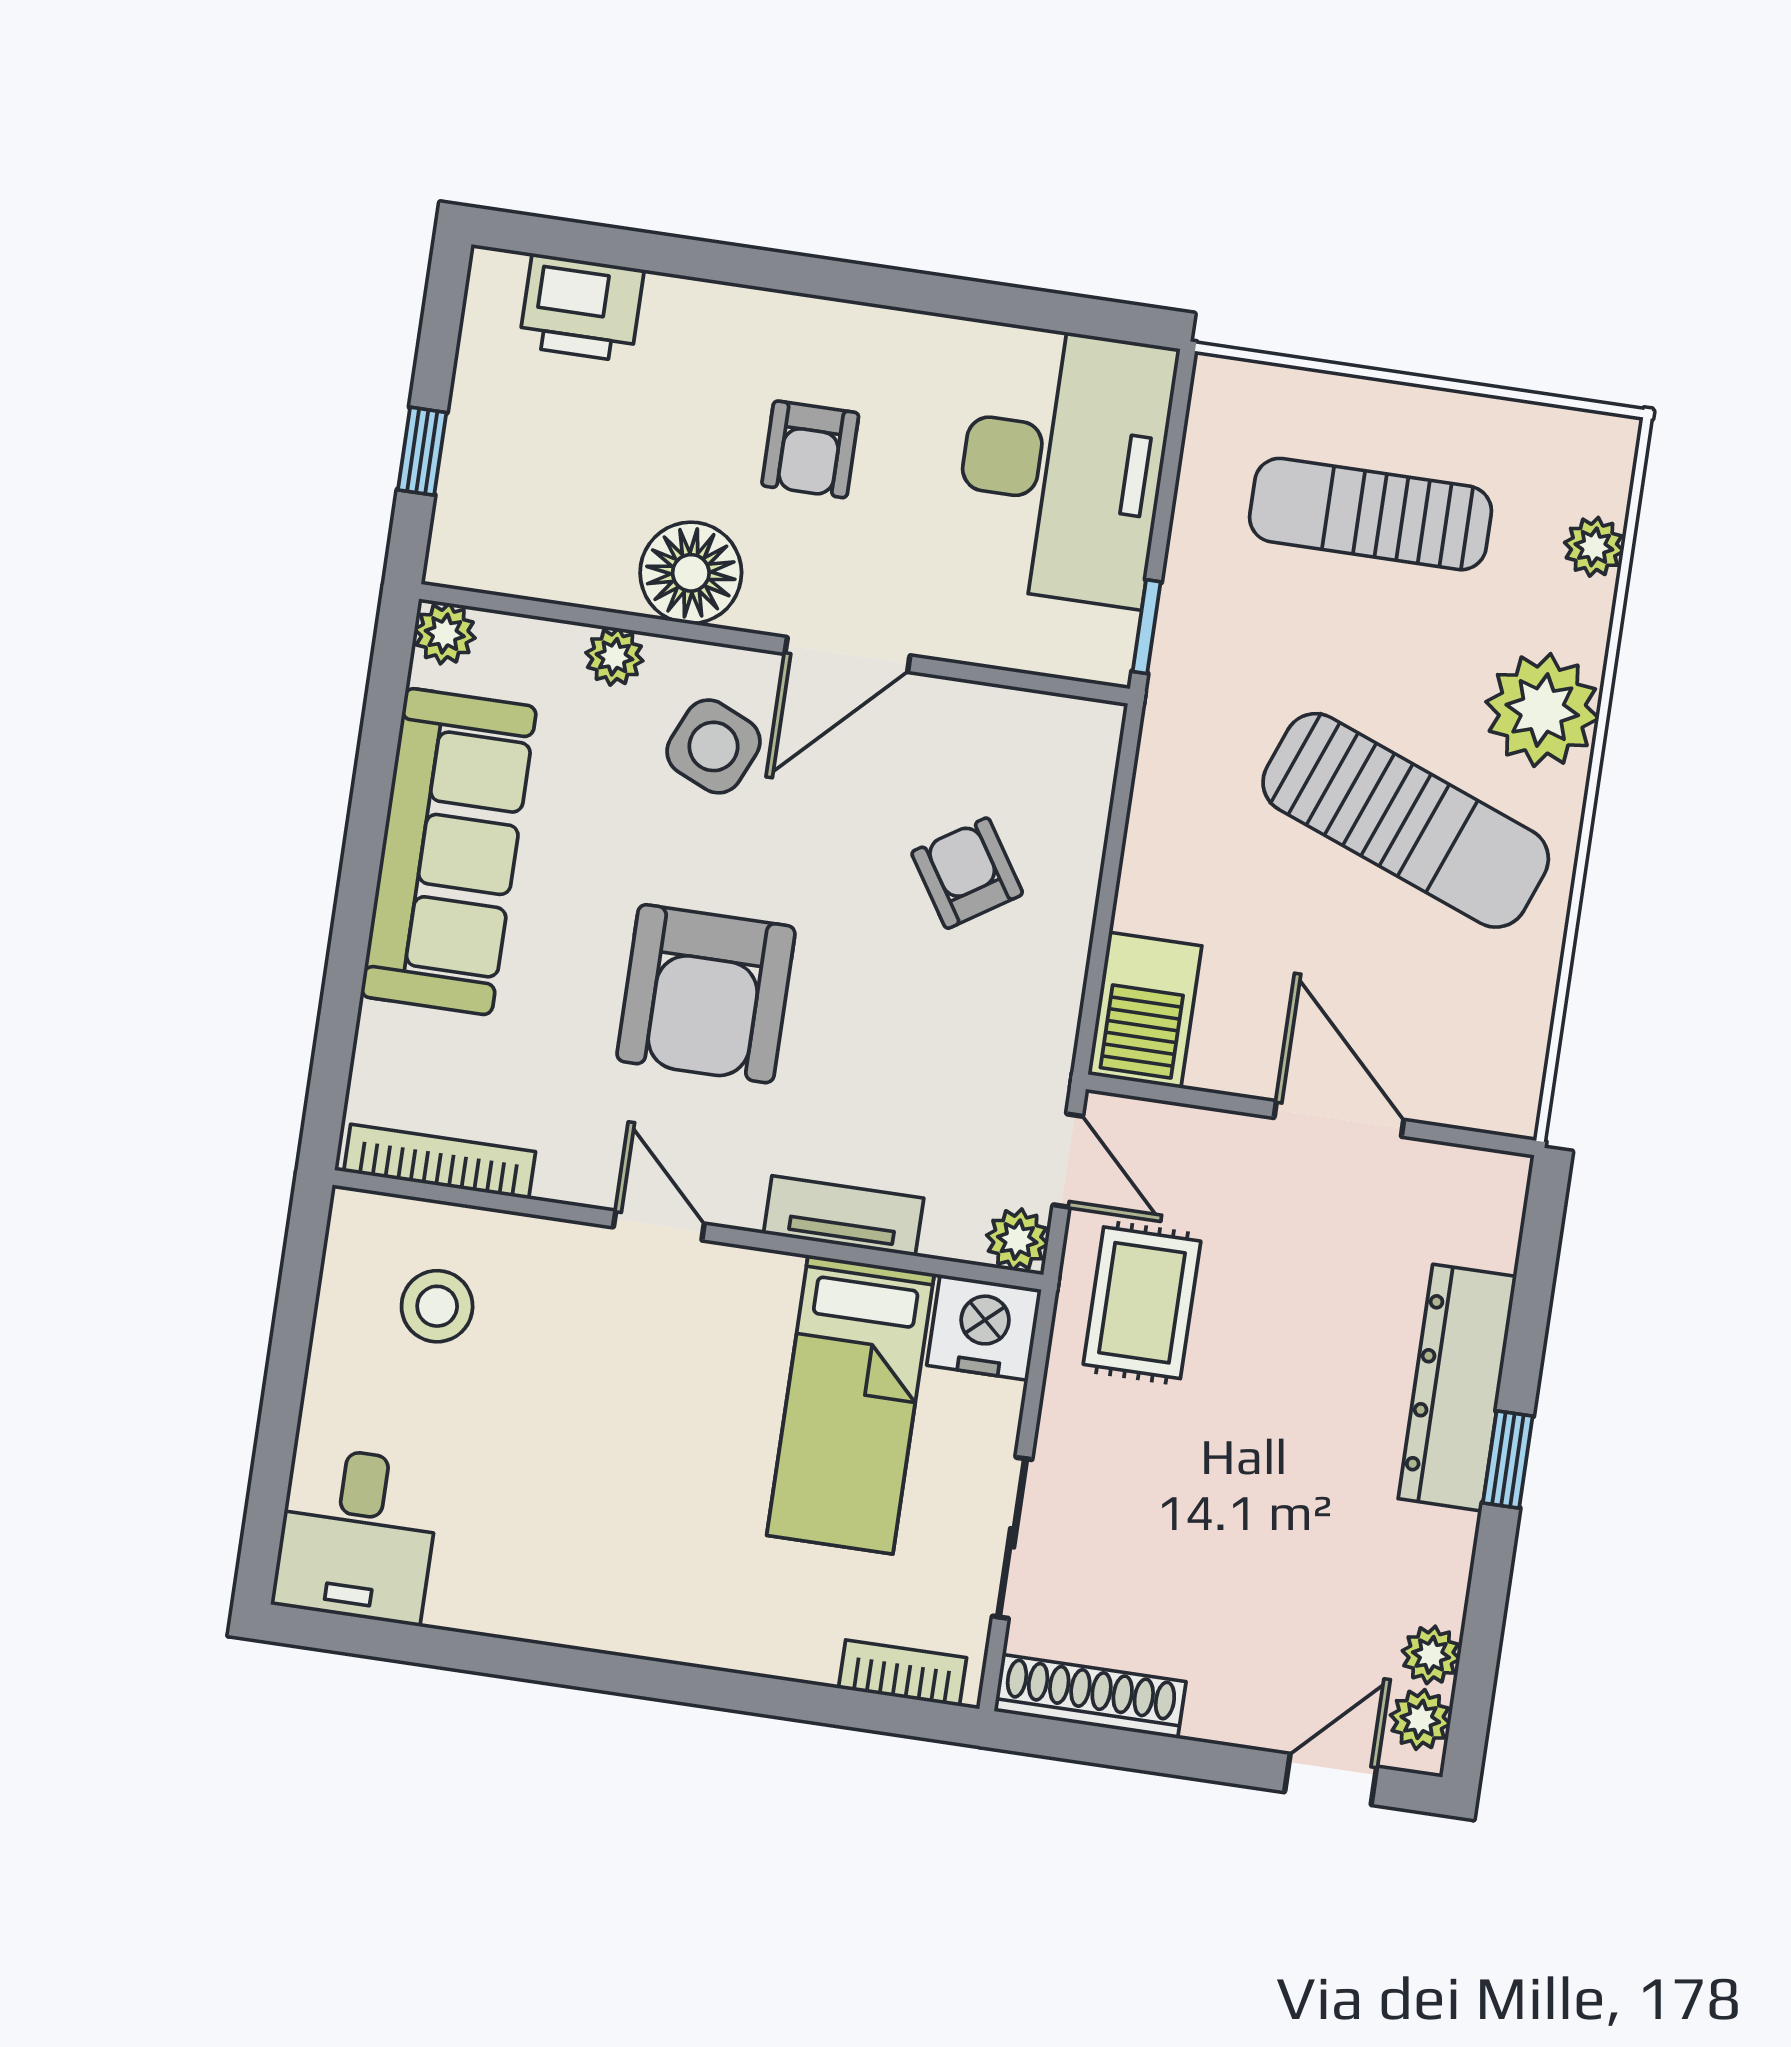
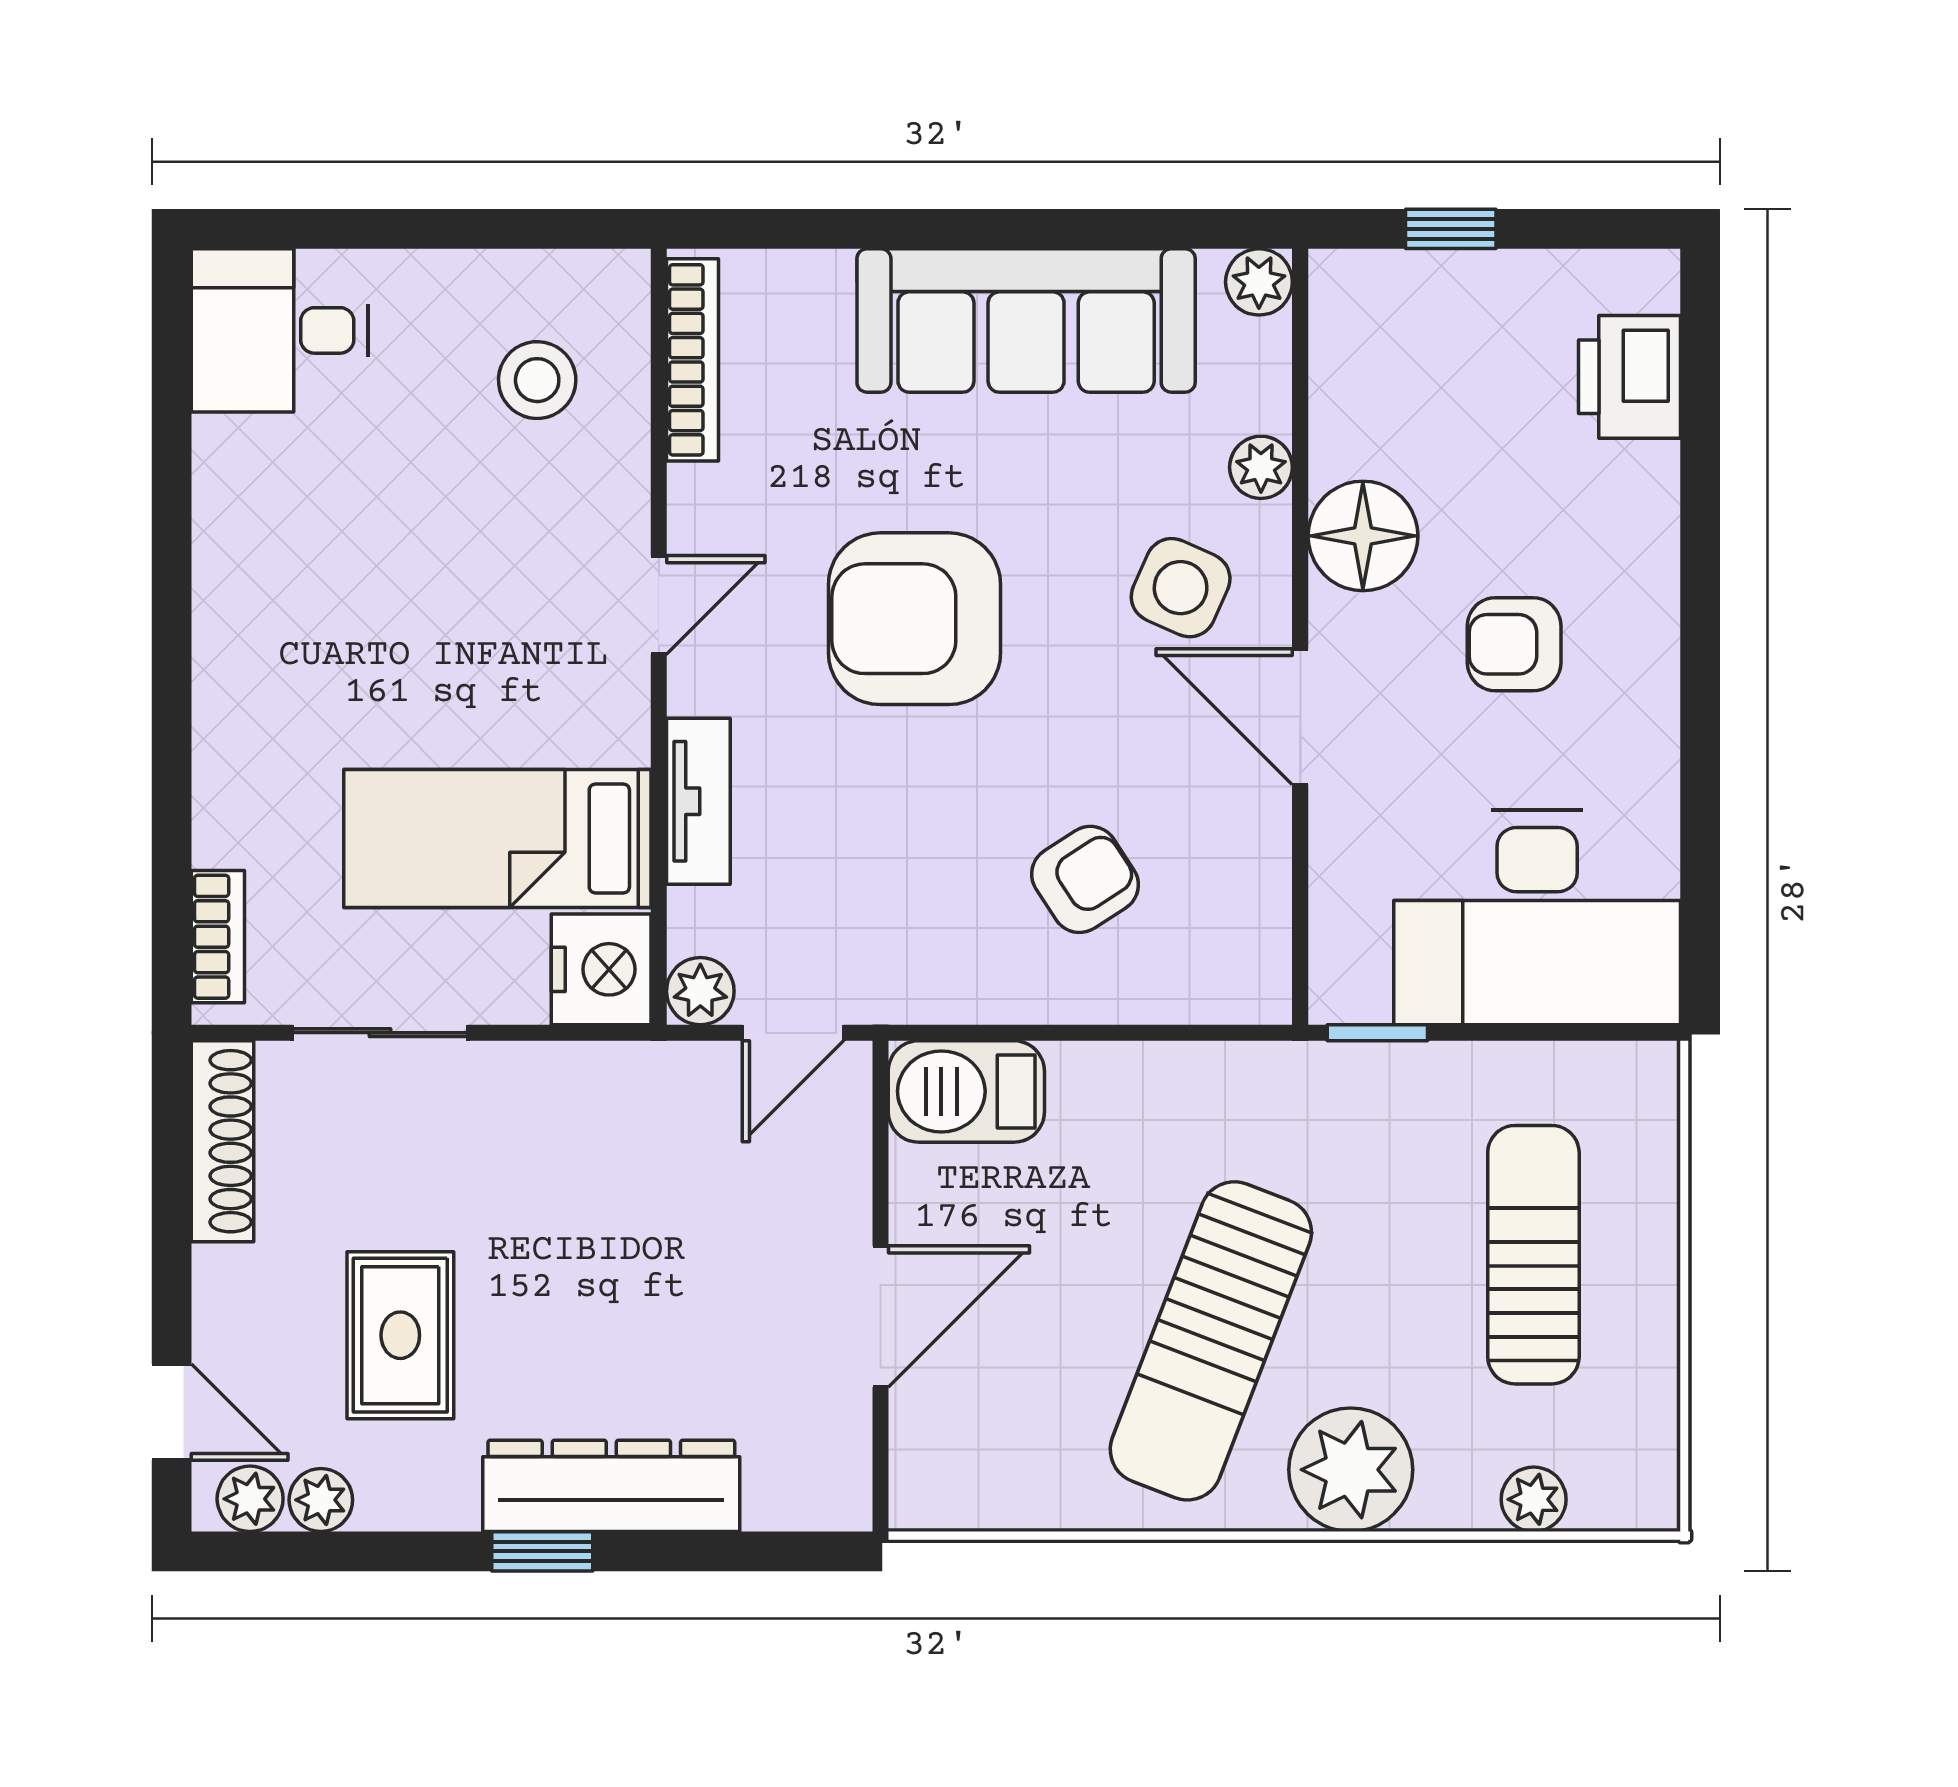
rug: (1142, 1303) -> (400, 1335), moved, turned 90

